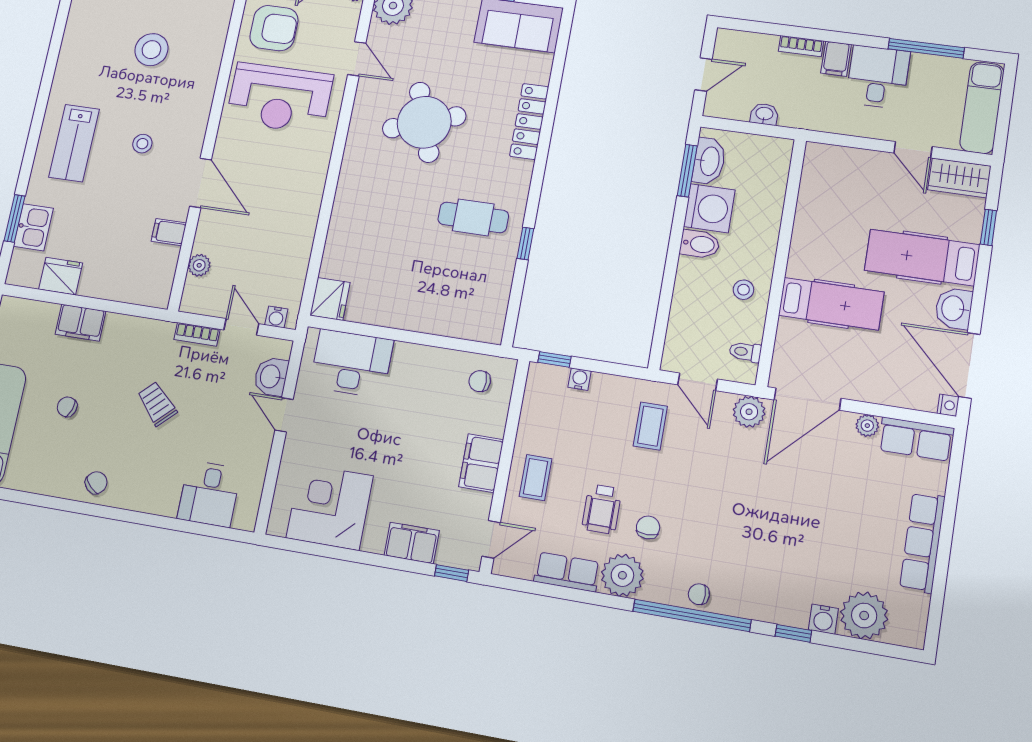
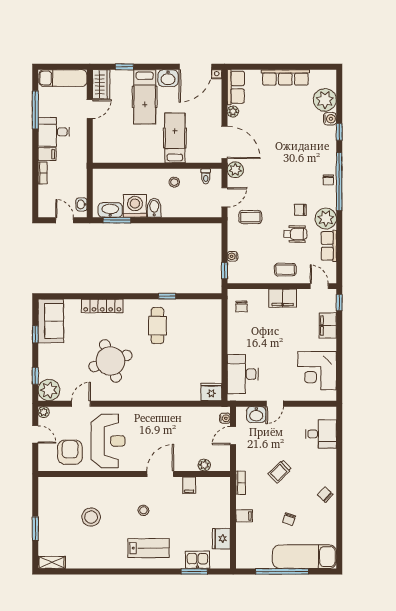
washbasin: (764, 114) -> (81, 204), moved
filing cabinet: (81, 323) -> (244, 516), width x0.50
bookcase: (197, 334) -> (241, 483), moved

